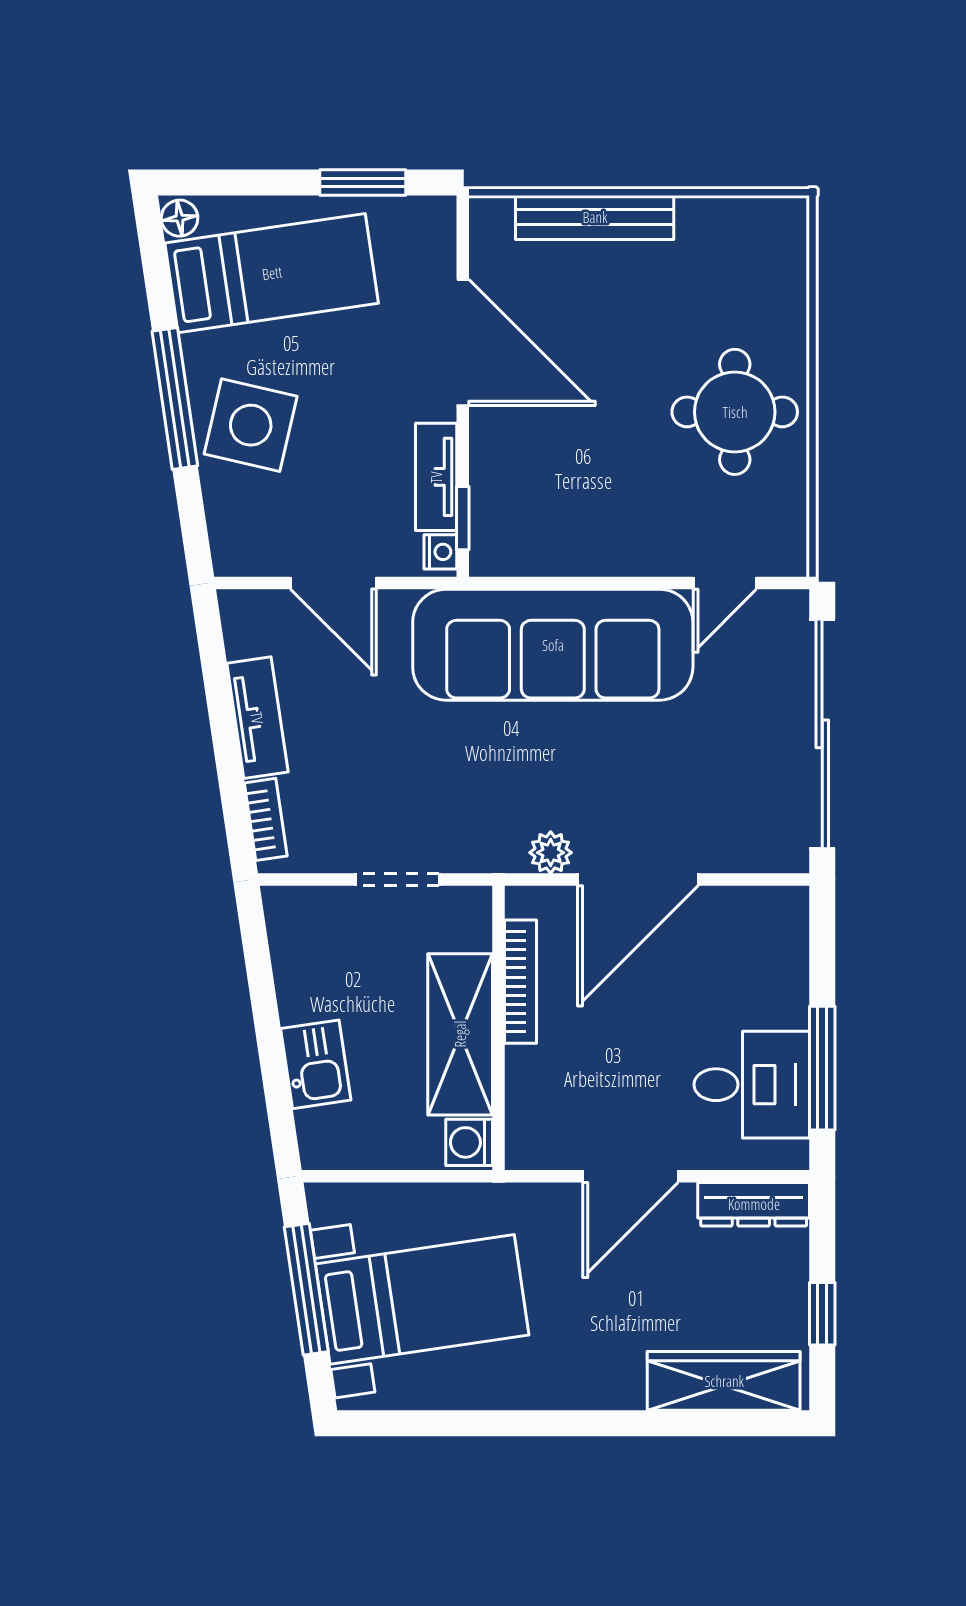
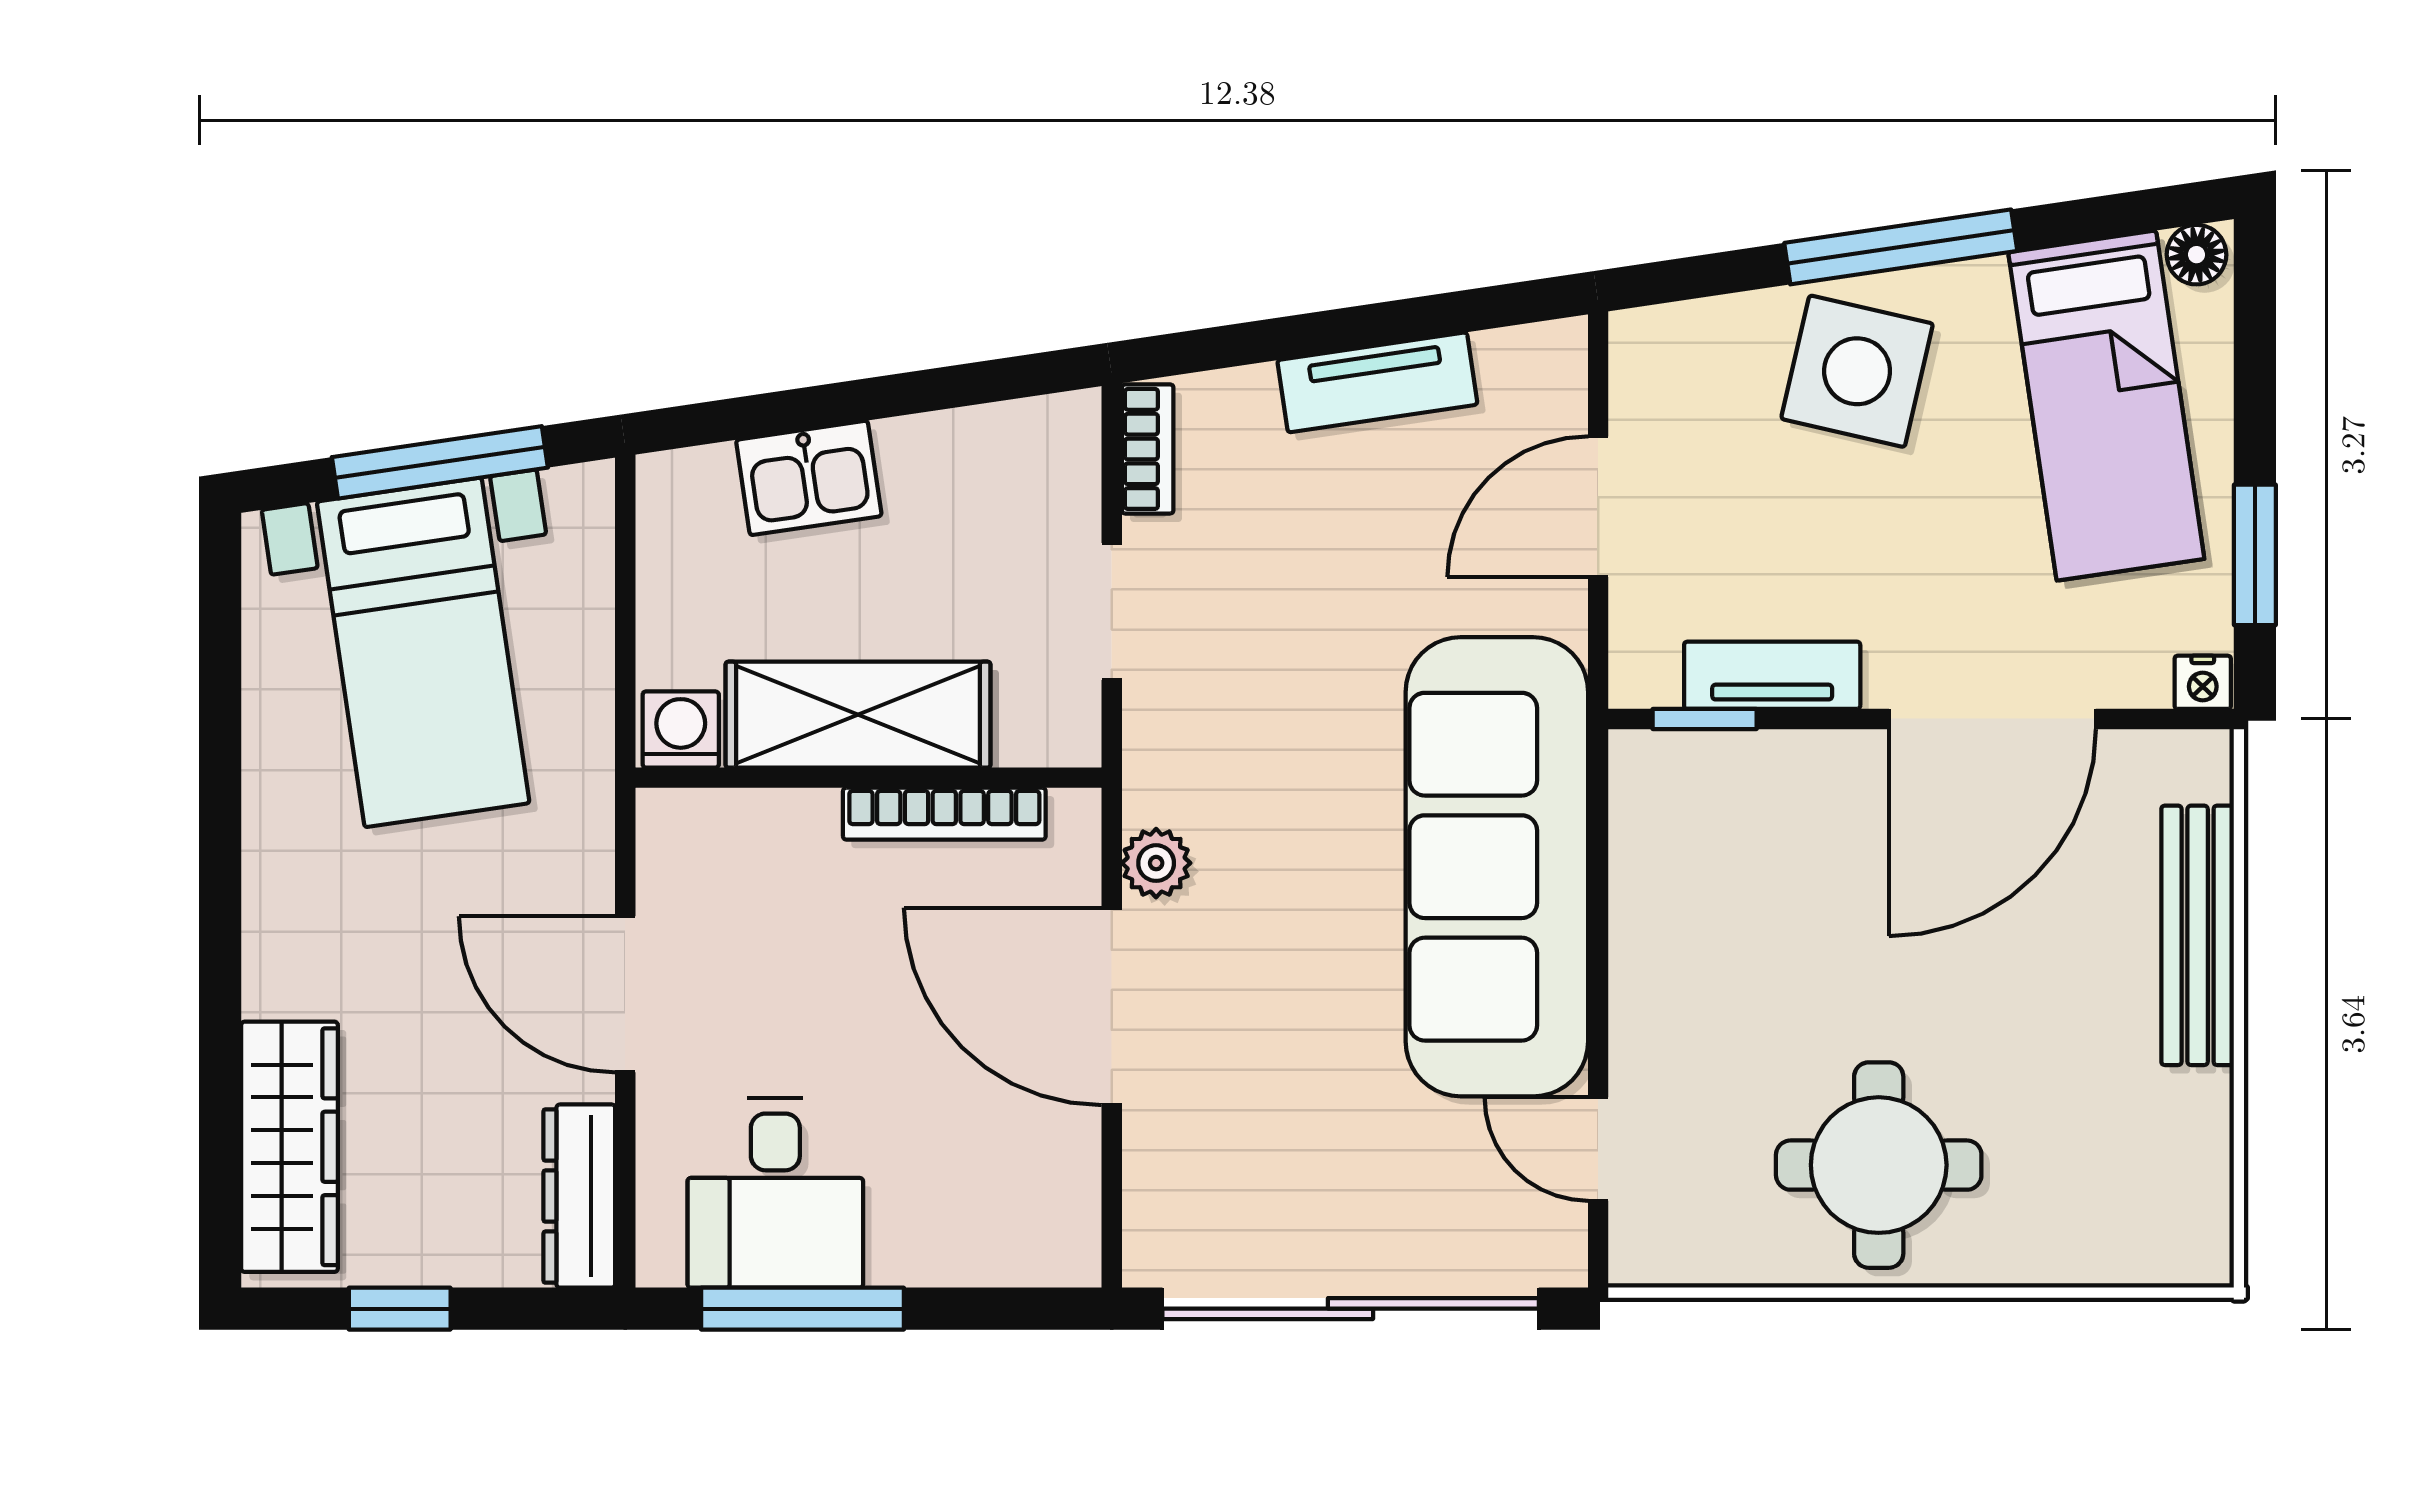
nightstand: (440, 552) -> (2203, 682), moved
bookcase: (266, 819) -> (1148, 449), moved, turned -82

